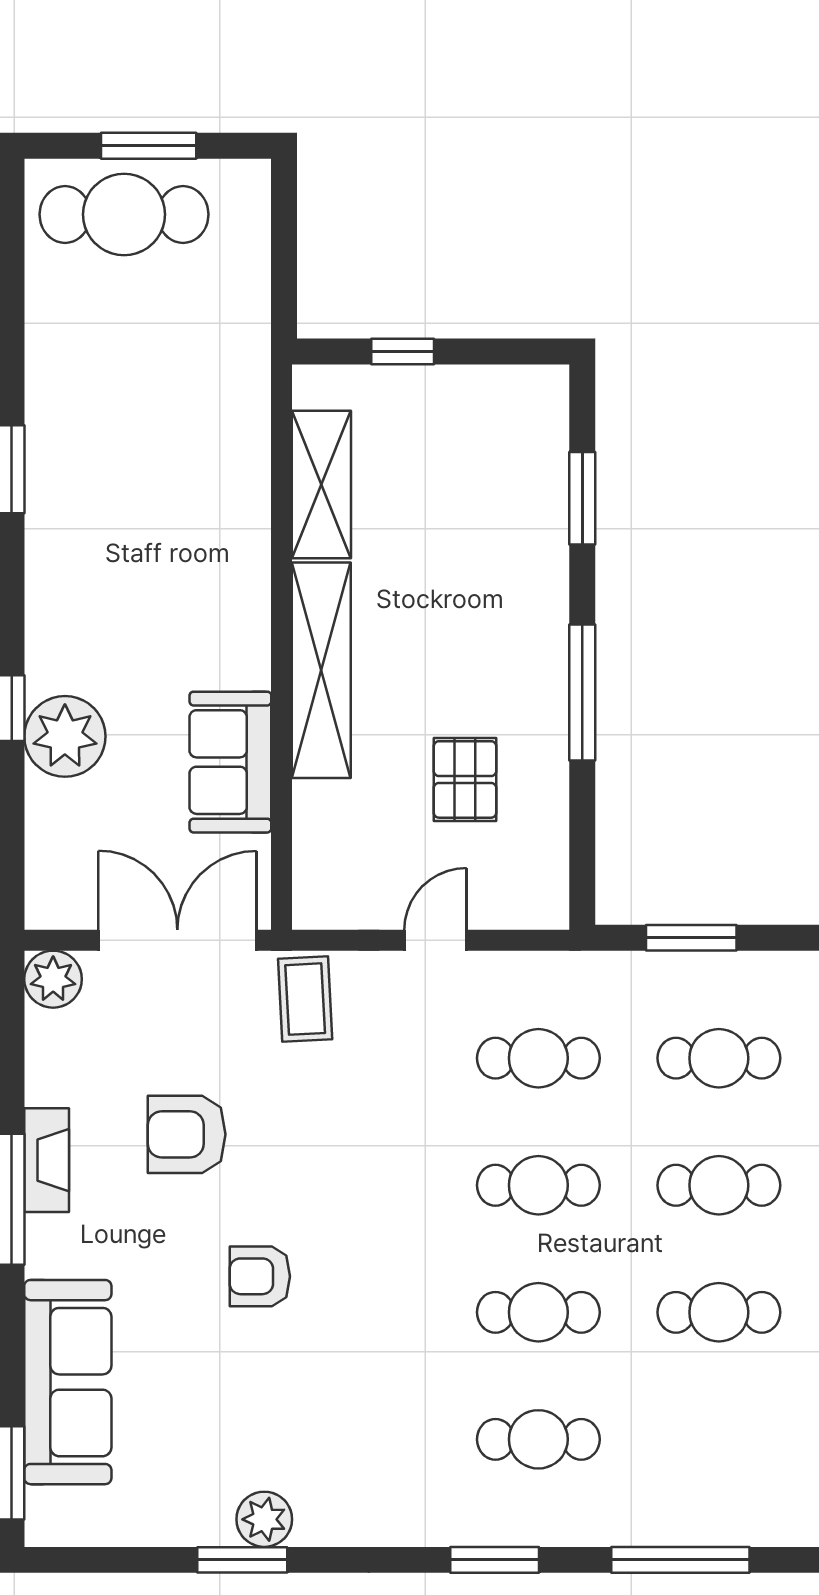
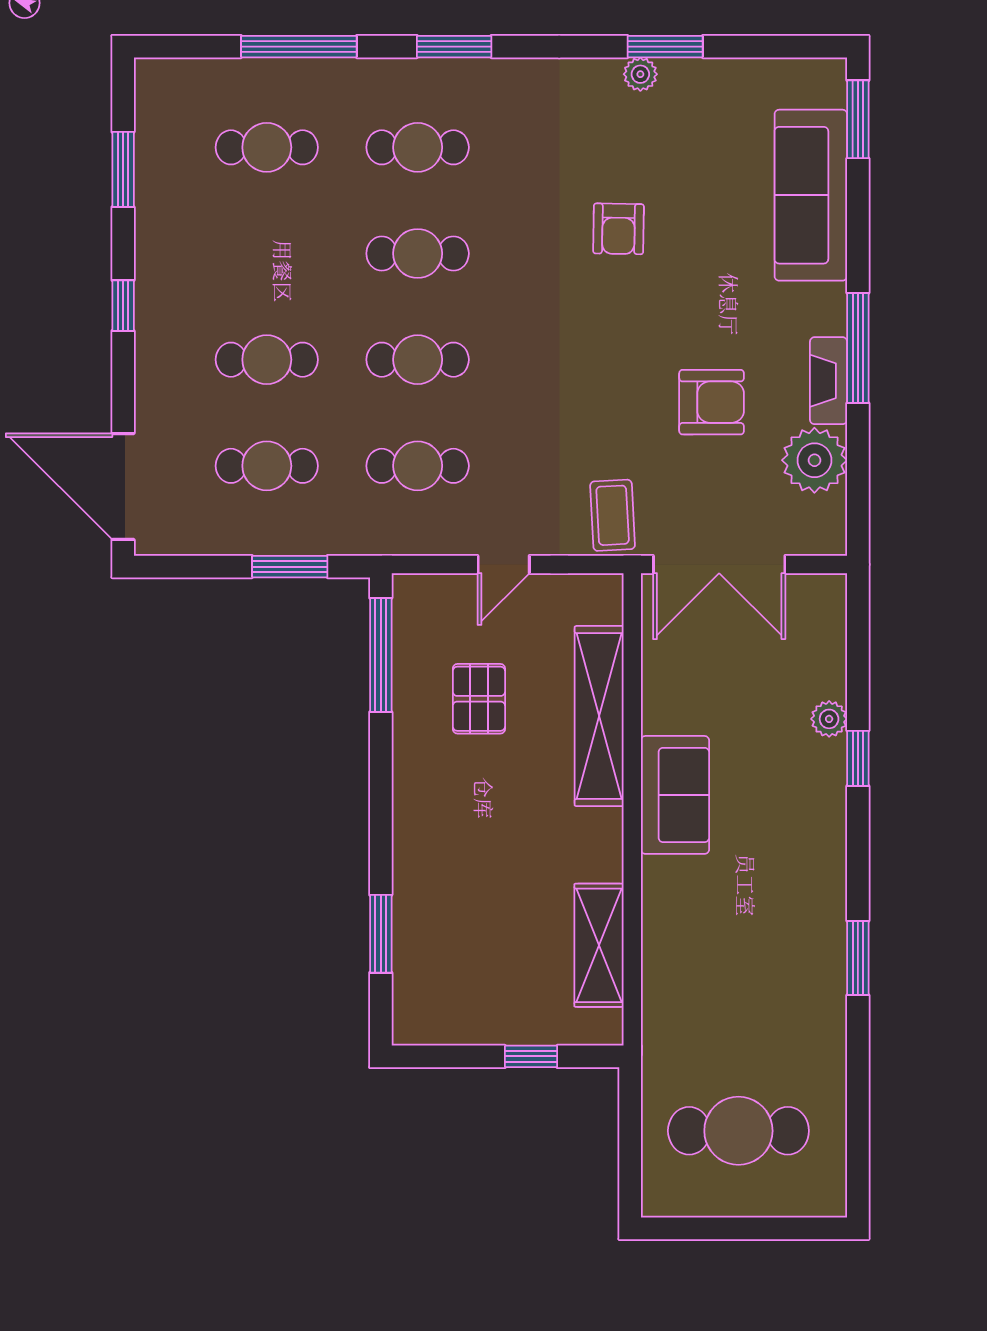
window: (149, 146) -> (743, 1228), removed
cafe table: (124, 214) -> (738, 1131), moved
shelving: (321, 670) -> (599, 716), moved
window: (582, 693) -> (381, 655), moved
plant: (65, 736) -> (829, 719), width x0.53, depth x0.53
sofa: (230, 762) -> (675, 795), moved
plant: (53, 979) -> (814, 460), moved, width x1.36, depth x1.36
armchair: (260, 1276) -> (618, 229), moved, turned 91
cafe table: (719, 1312) -> (267, 147), moved
plant: (264, 1519) -> (640, 74), width x0.73, depth x0.73

